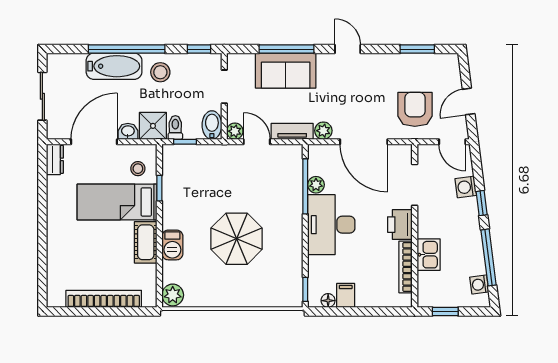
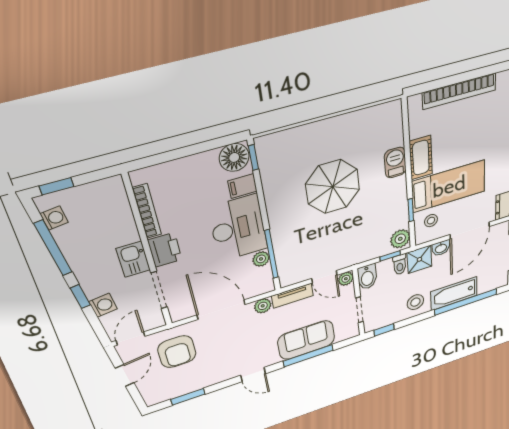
window: (127, 49) -> (466, 302), moved
door: (452, 142) -> (131, 338), hinge flipped
kitchen sink: (429, 255) -> (133, 259), moved
plant: (173, 295) -> (400, 239), moved
filing cabinet: (346, 295) -> (242, 186), moved, turned 90
floor lamp: (328, 301) -> (234, 157), width x1.89, depth x1.89
window: (445, 312) -> (56, 186), moved

